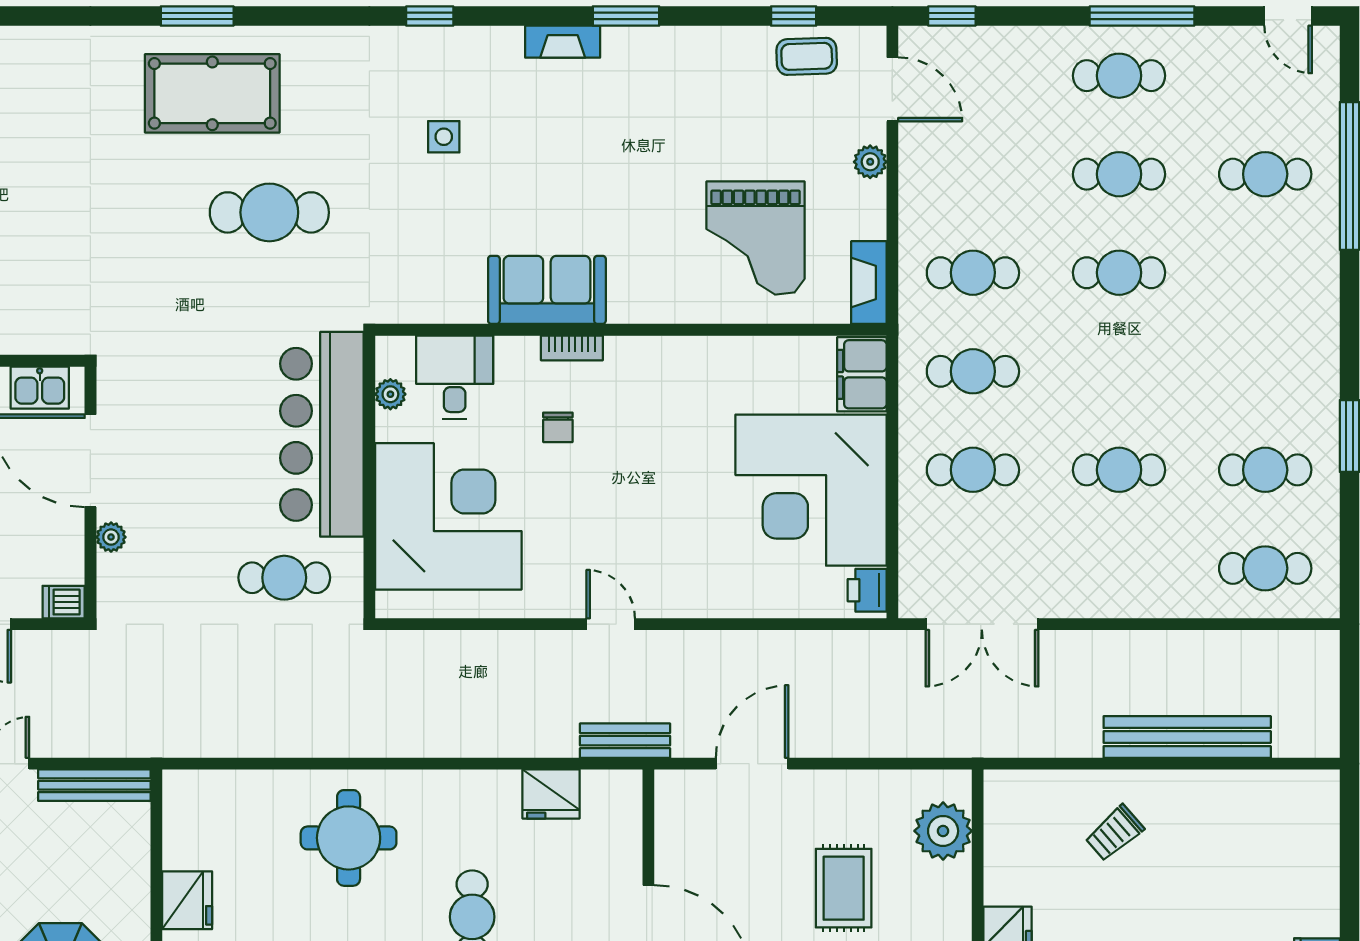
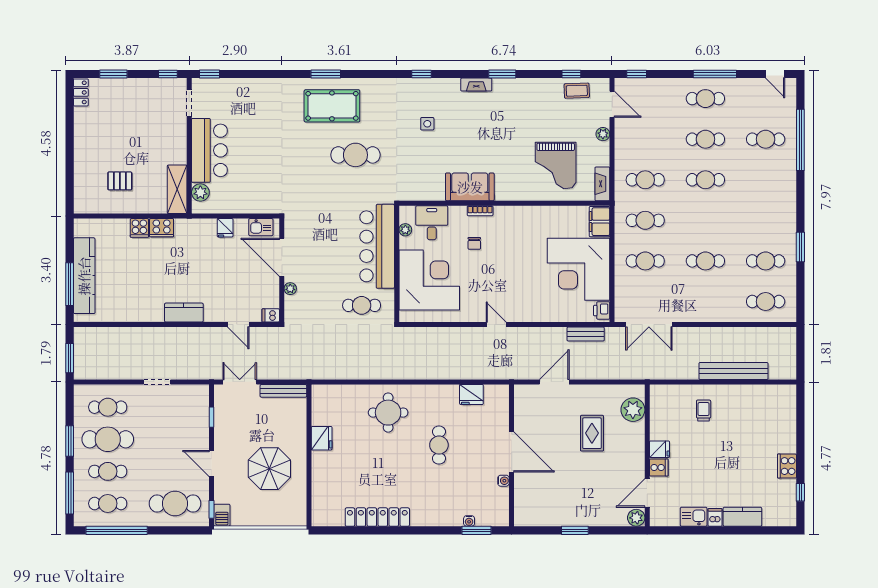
bench: (625, 741) -> (586, 334), moved
trolley: (1114, 833) -> (704, 411), turned 131

